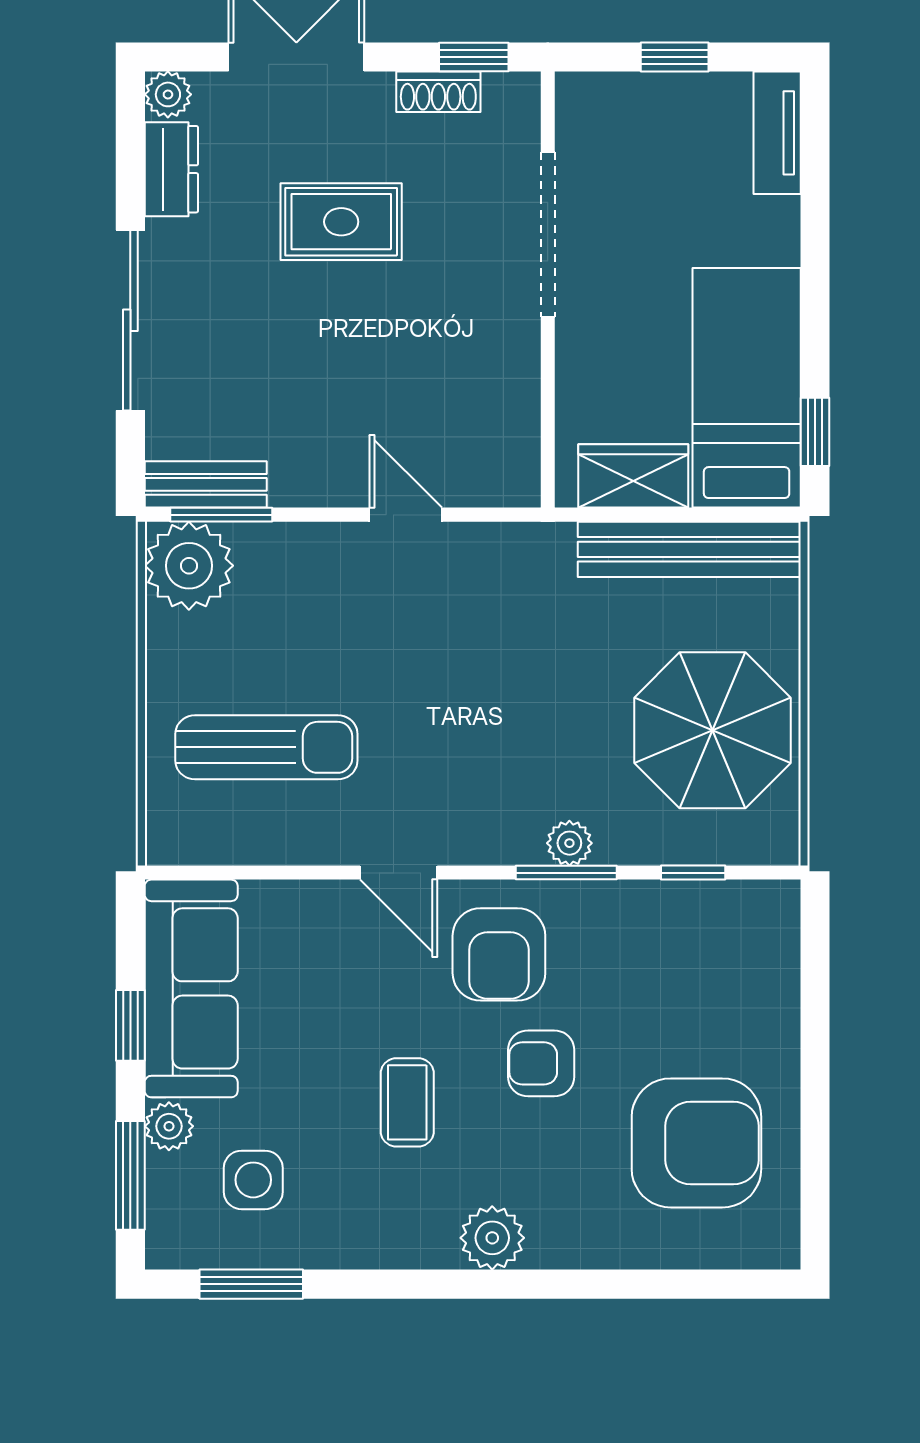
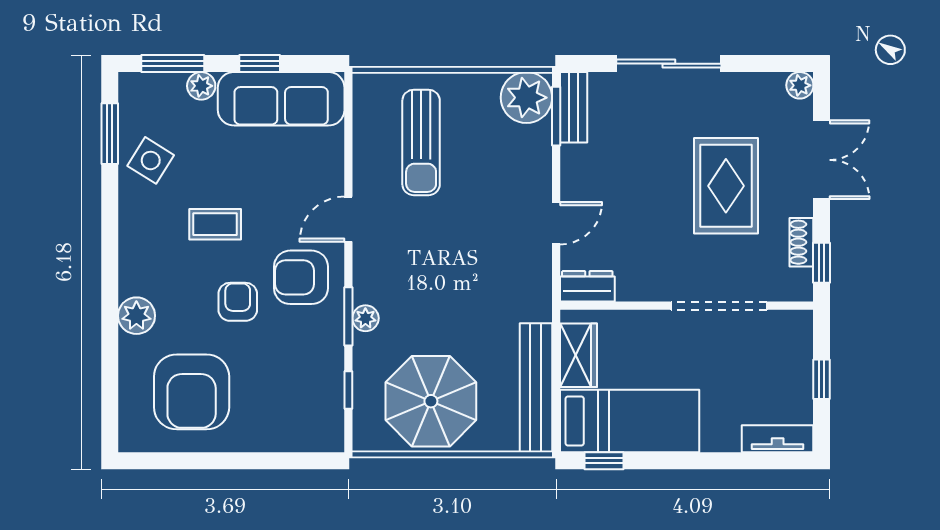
dresser: (171, 169) -> (587, 286), moved, turned 180
rug: (341, 222) -> (726, 186), width x1.36, depth x1.43
side table: (253, 1180) -> (151, 160), moved, turned 32
plant: (492, 1238) -> (136, 316), moved

